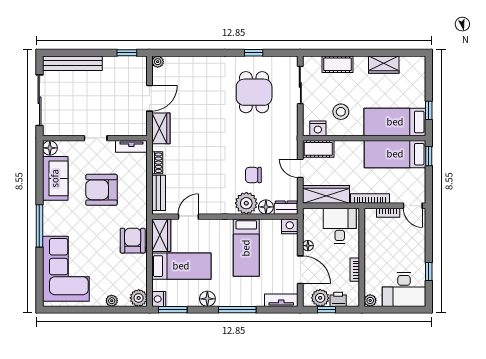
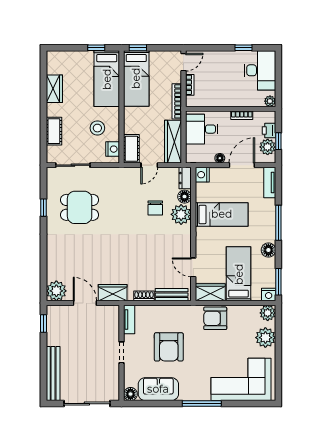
plant: (158, 62) -> (56, 291), width x1.87, depth x1.87
plant: (112, 301) -> (265, 338), width x1.87, depth x1.87

